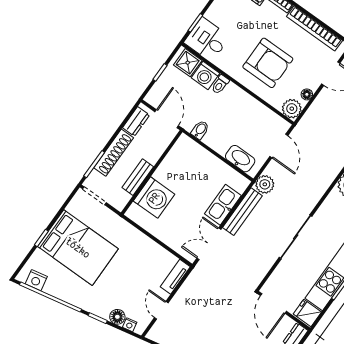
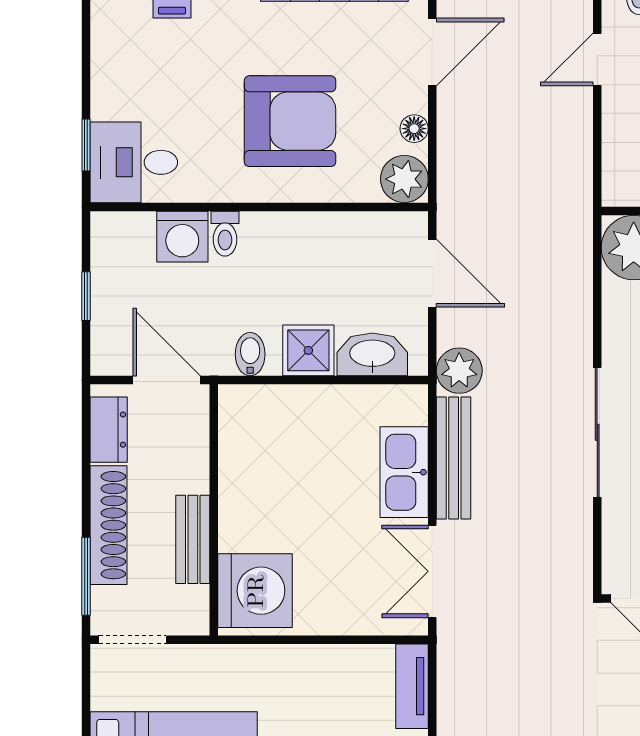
shower: (188, 63) -> (308, 350), moved
washing machine: (154, 198) -> (255, 591), moved

